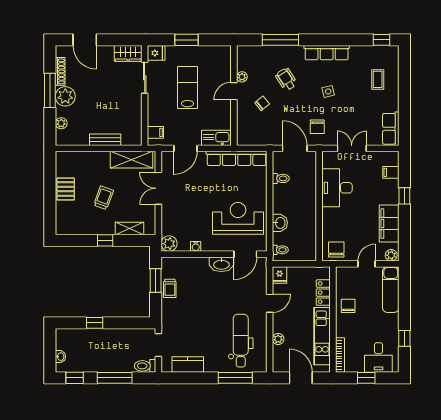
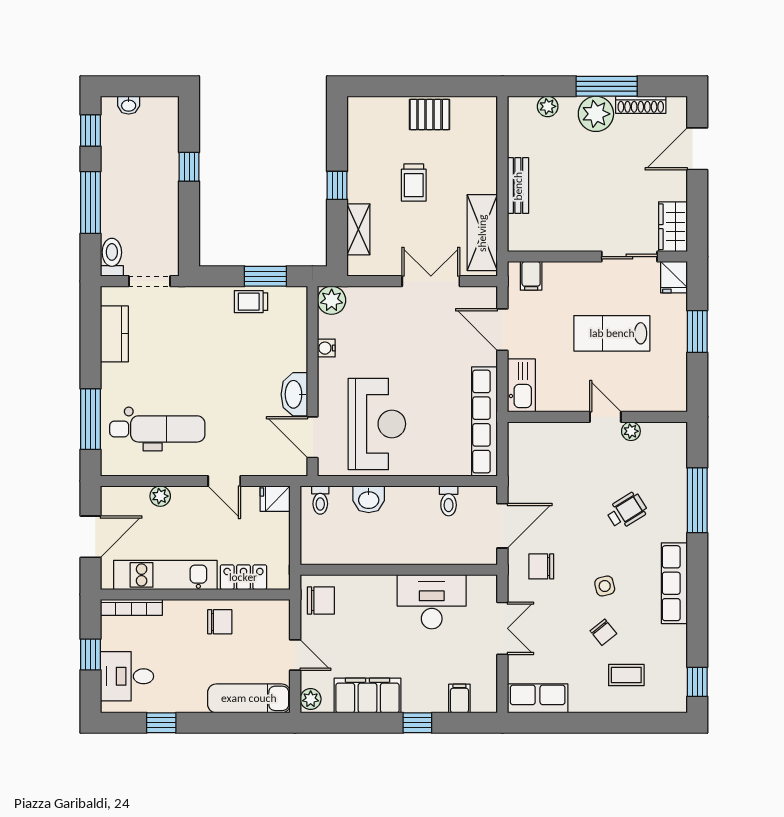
lab bench: (187, 88) -> (612, 333), turned 180
chair: (262, 103) -> (603, 632), moved
trolley: (104, 198) -> (414, 183), turned 70

